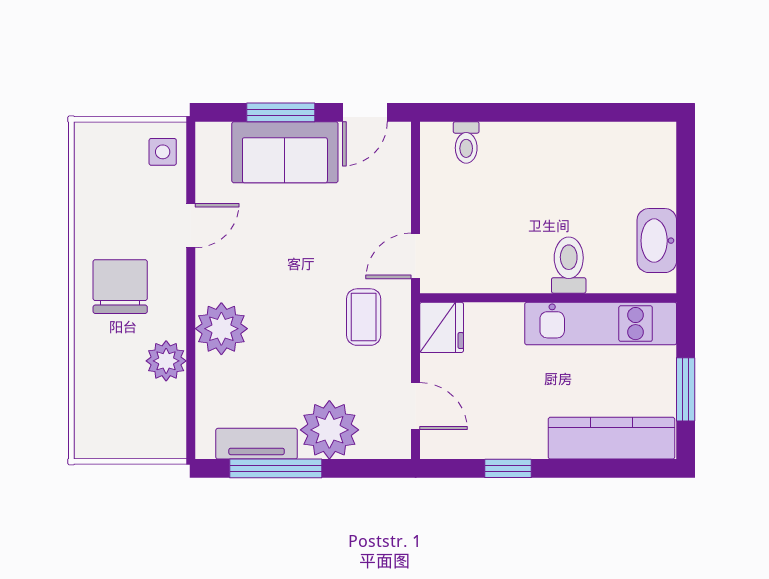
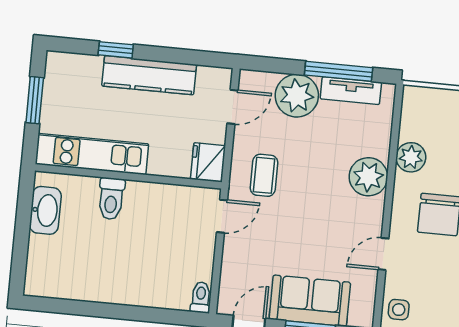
toilet: (466, 143) -> (201, 297), moved
door: (416, 406) -> (232, 107), swing flipped
kitchen counter: (611, 438) -> (149, 75), moved
window: (508, 468) -> (116, 50), moved

